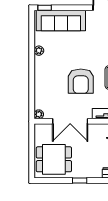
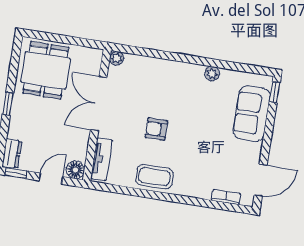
sofa: (61, 21) -> (252, 114), width x0.73
armchair: (81, 81) -> (156, 129), width x0.53, depth x0.53

